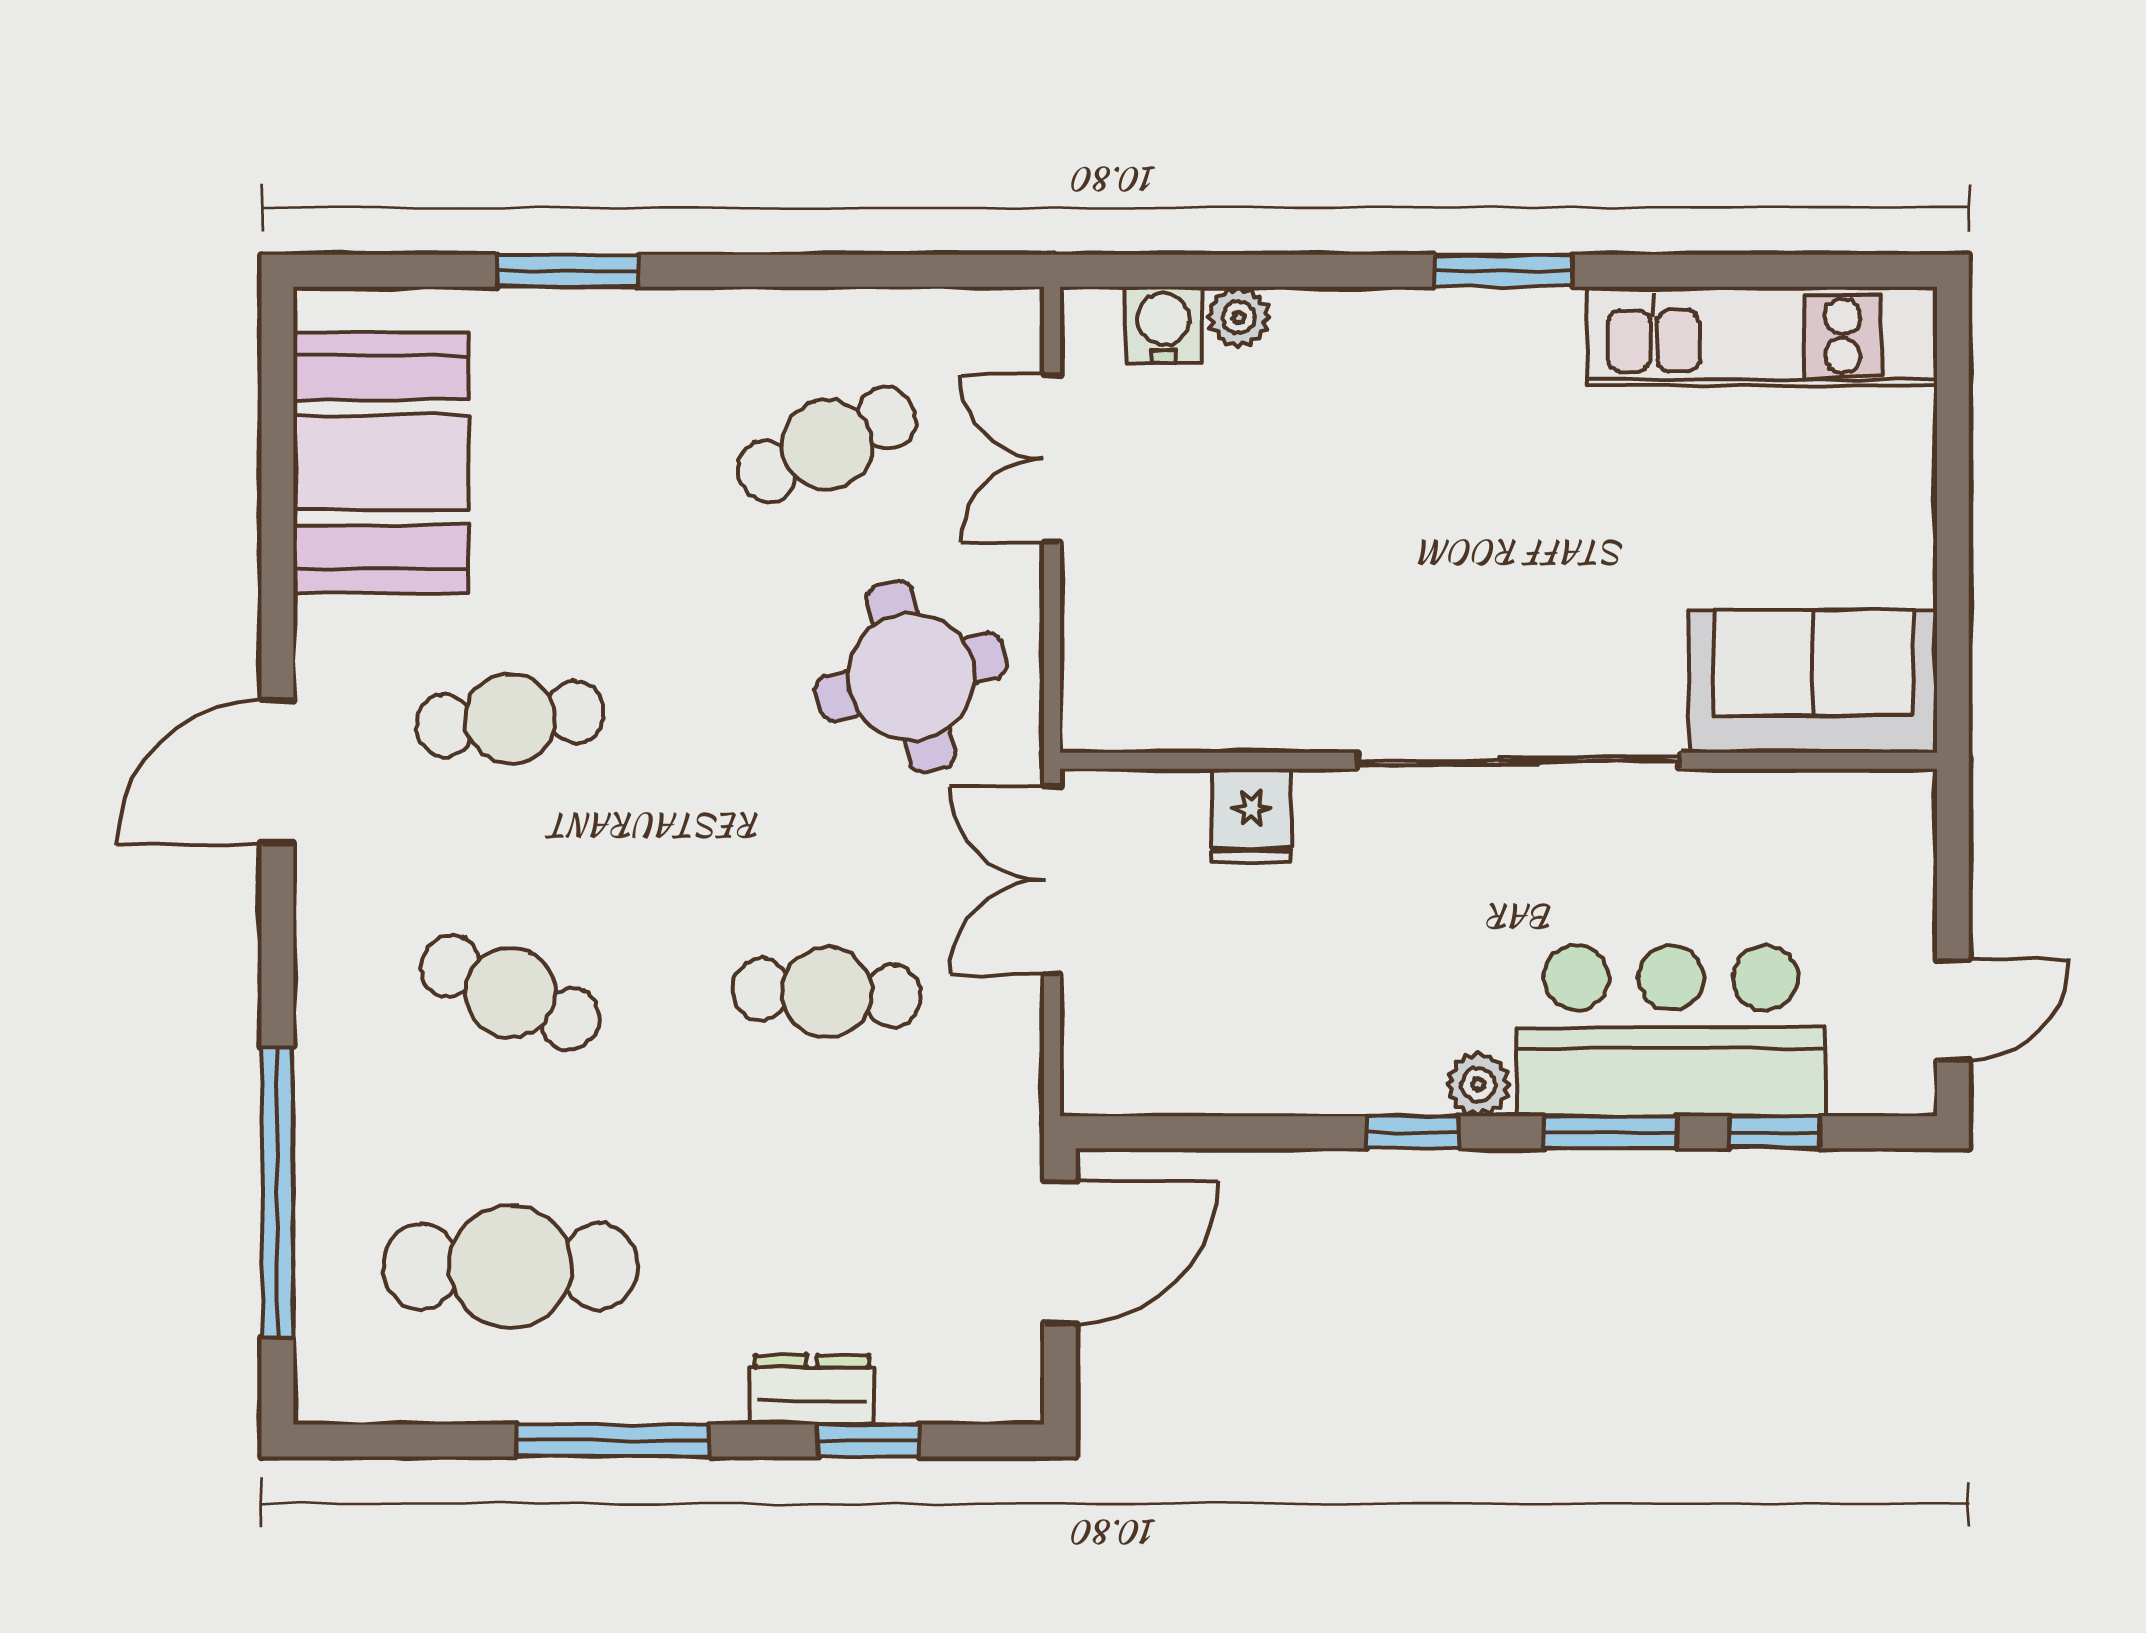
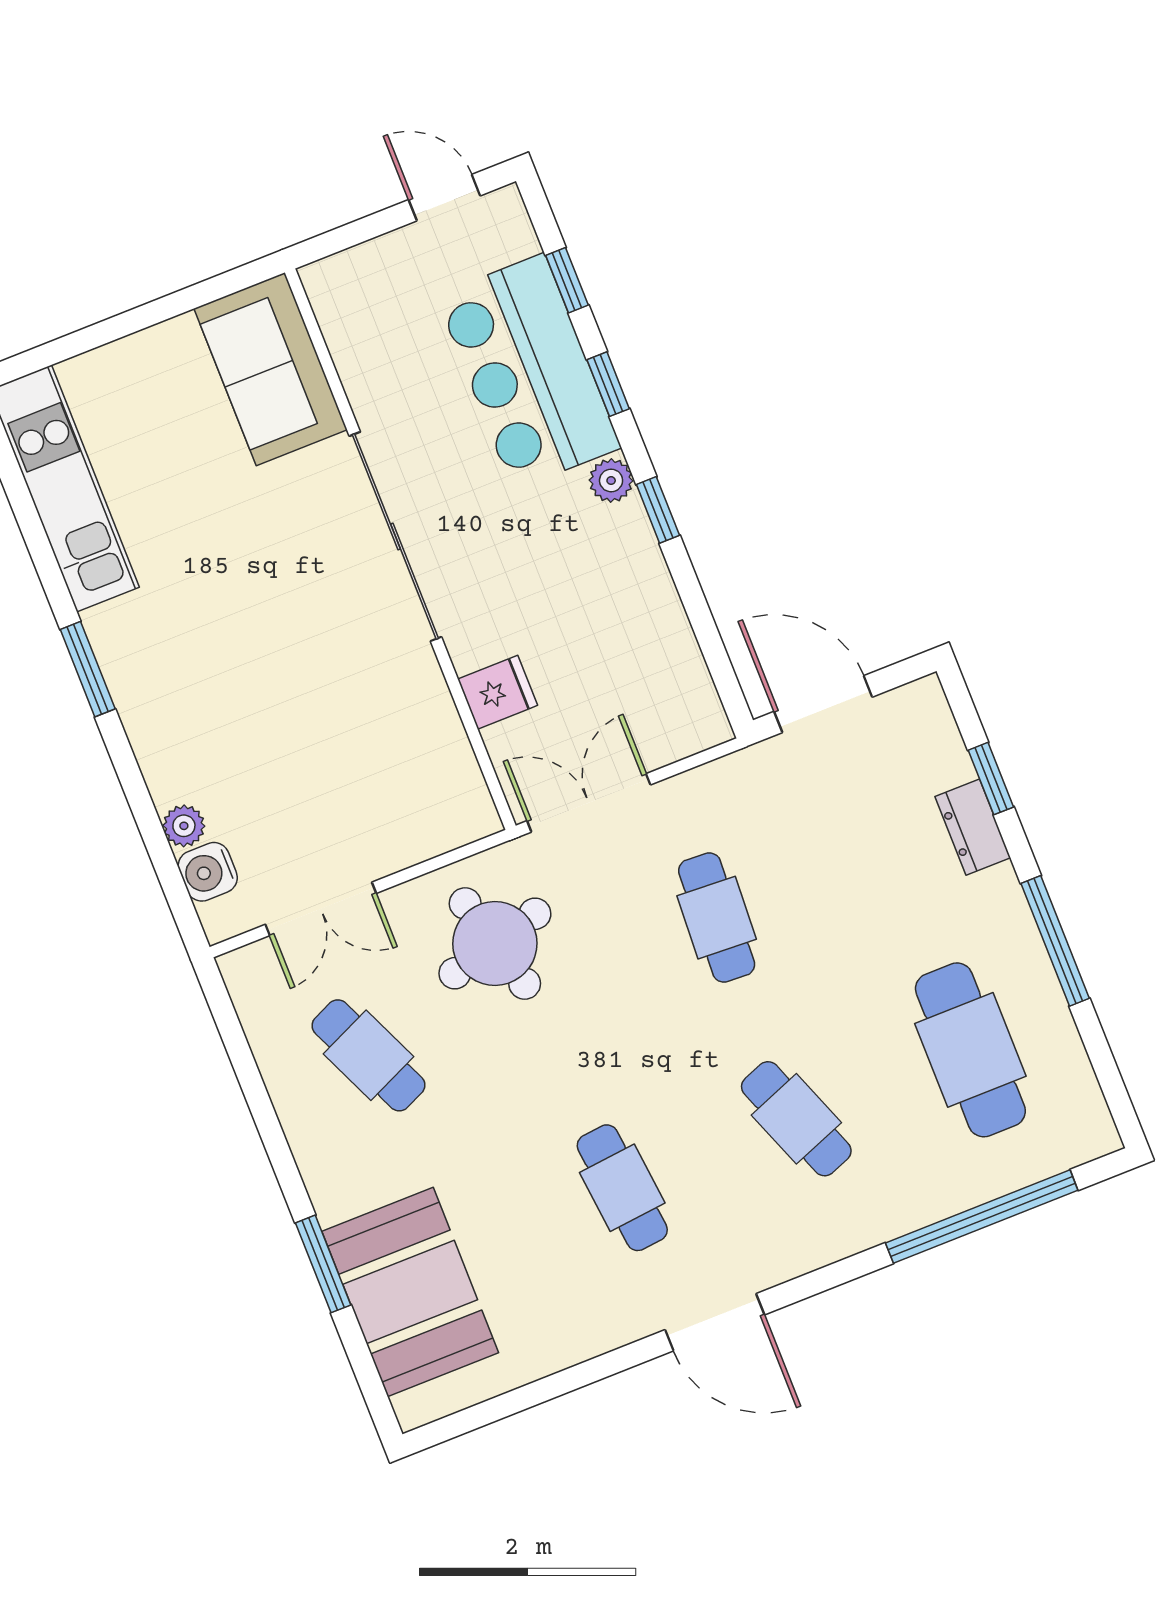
booth: (381, 463) -> (410, 1292), moved, turned 90
double door: (1052, 880) -> (589, 803), swing flipped
cafe table: (510, 993) -> (796, 1119), turned -45
window: (1611, 1132) -> (608, 384), width x0.67

